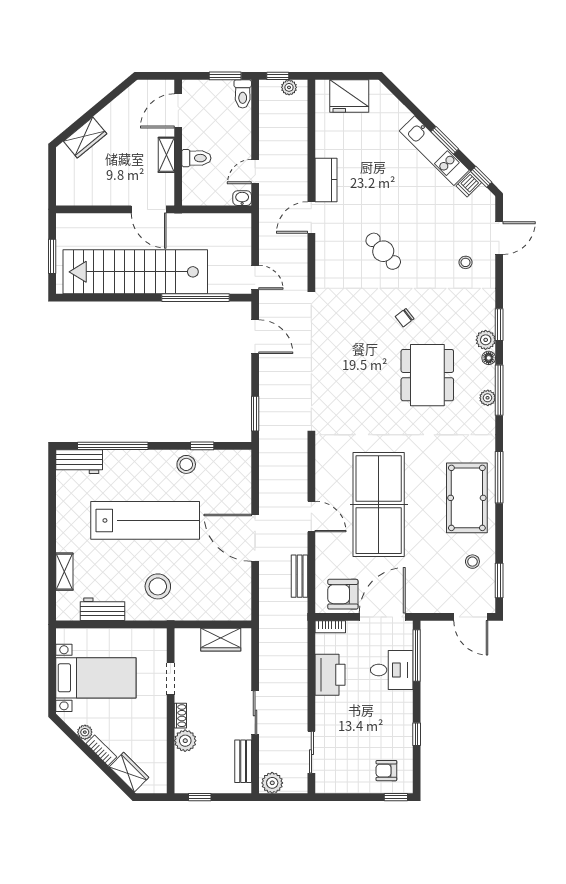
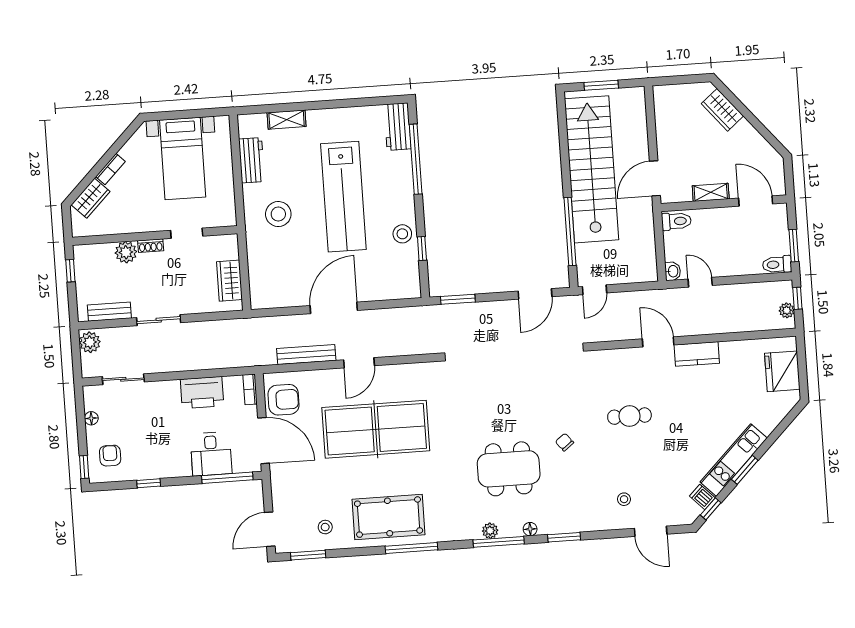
toilet: (196, 158) -> (676, 221), moved, turned -90
cafe table: (383, 251) -> (629, 416), turned 42
plant: (486, 340) -> (548, 525), removed
bench: (300, 576) -> (306, 355), width x1.36
armchair: (343, 594) -> (283, 400), turned 90
plant: (85, 732) -> (127, 151), removed
floor lamp: (348, 787) -> (91, 418), added

